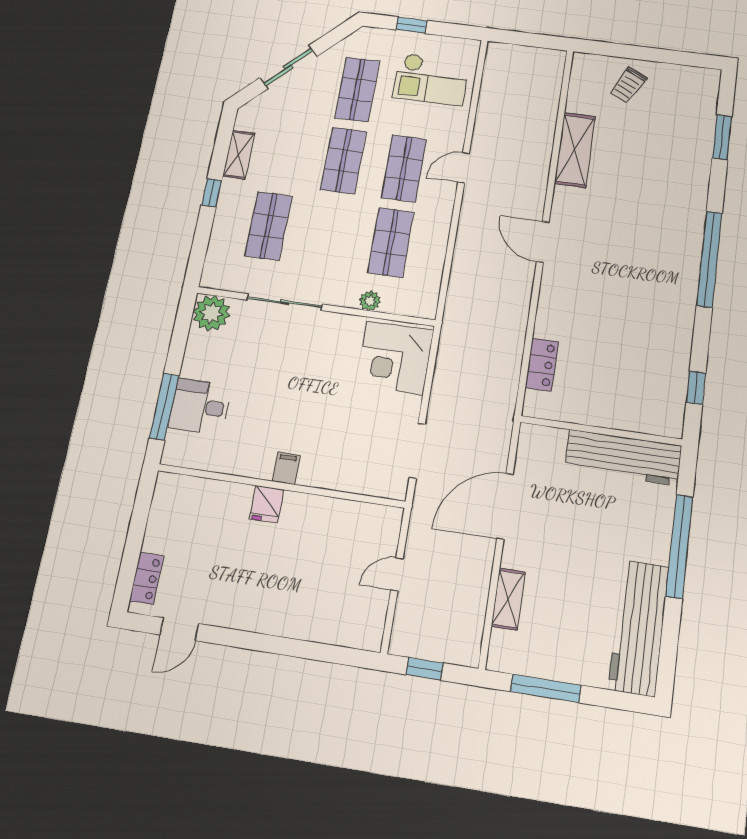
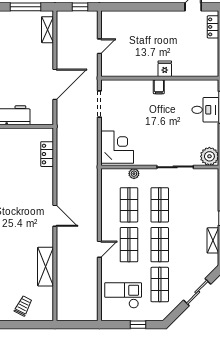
shop shelf: (269, 226) -> (160, 205), moved
shelving: (508, 599) -> (47, 30), moved

